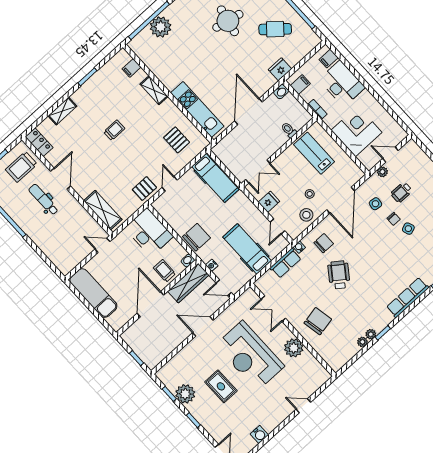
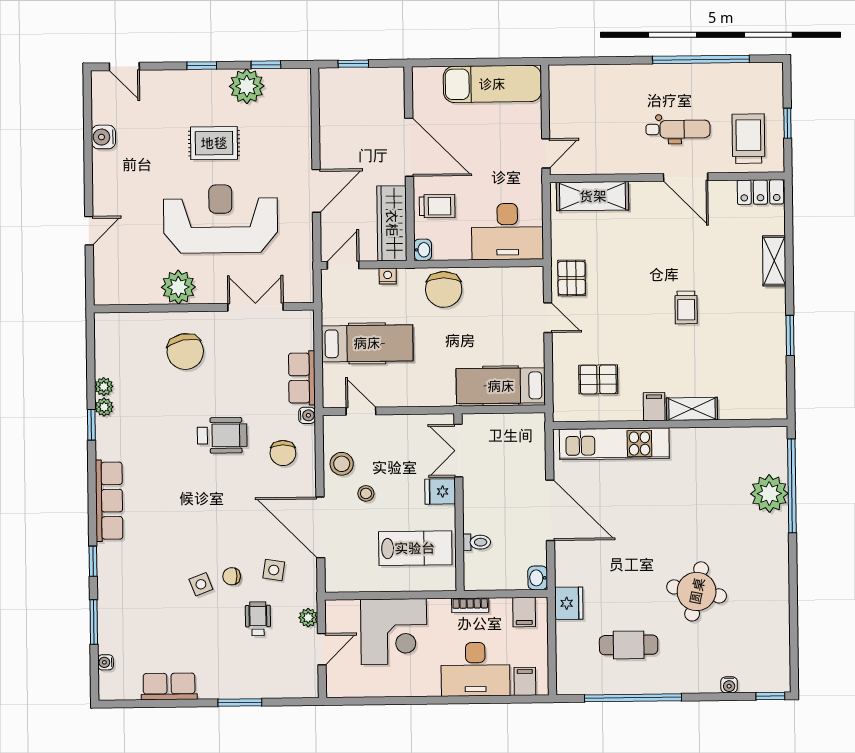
cafe table: (275, 29) -> (629, 645), turned 49
filing cabinet: (132, 68) -> (654, 407), moved
fridge: (269, 202) -> (440, 491), moved, turned 90
wheelchair: (339, 275) -> (222, 435), turned -36

